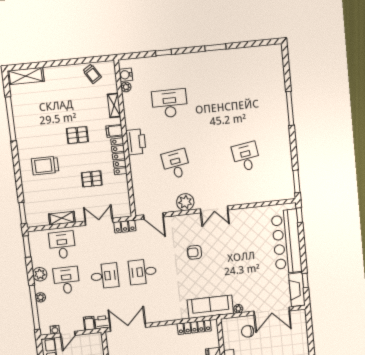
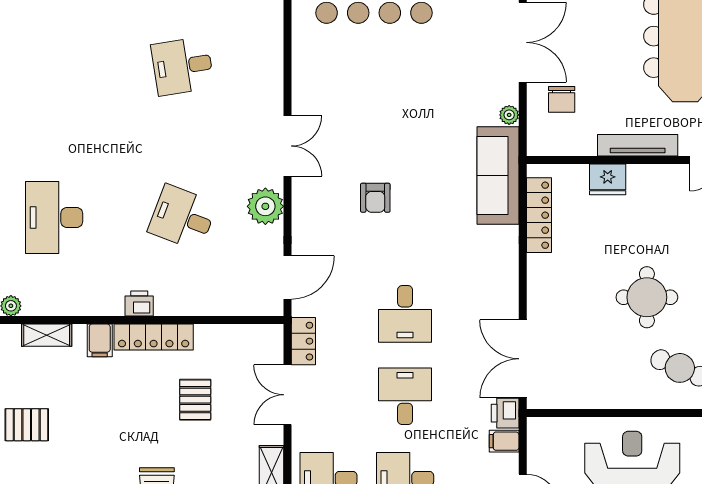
pallet: (77, 135) -> (27, 425), moved, turned 90
printer: (136, 142) -> (139, 303), width x0.53, depth x0.68
desk: (176, 164) -> (183, 218), turned 30

